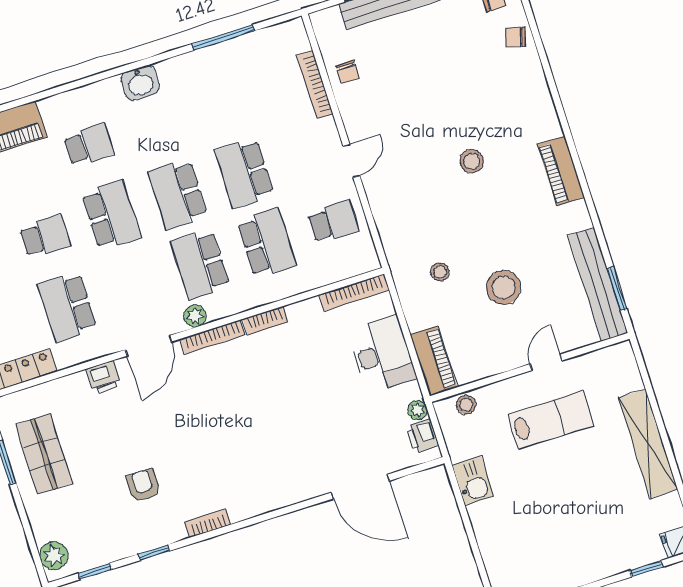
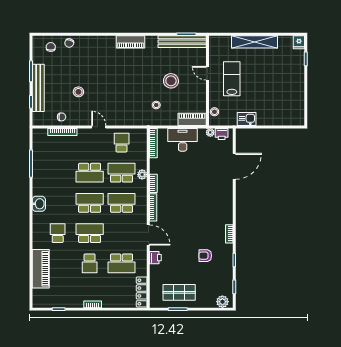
stool: (472, 161) -> (78, 92), moved
school desk: (178, 194) -> (90, 203), turned 180
school desk: (45, 236) -> (90, 263), turned 180
school desk: (200, 264) -> (122, 203), turned 180
plant: (195, 316) -> (142, 175), moved

